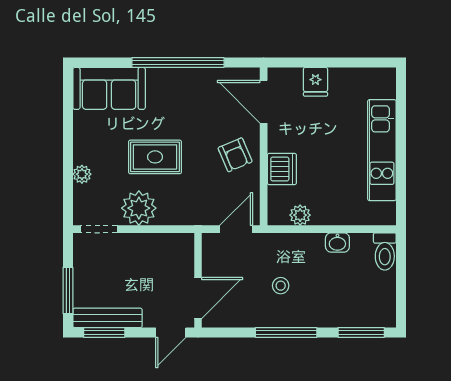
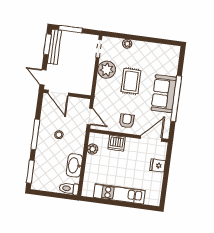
sofa: (109, 88) -> (164, 94), moved
armchair: (235, 155) -> (127, 121), turned 113
washbasin: (337, 242) -> (74, 165), width x1.91, depth x1.45

